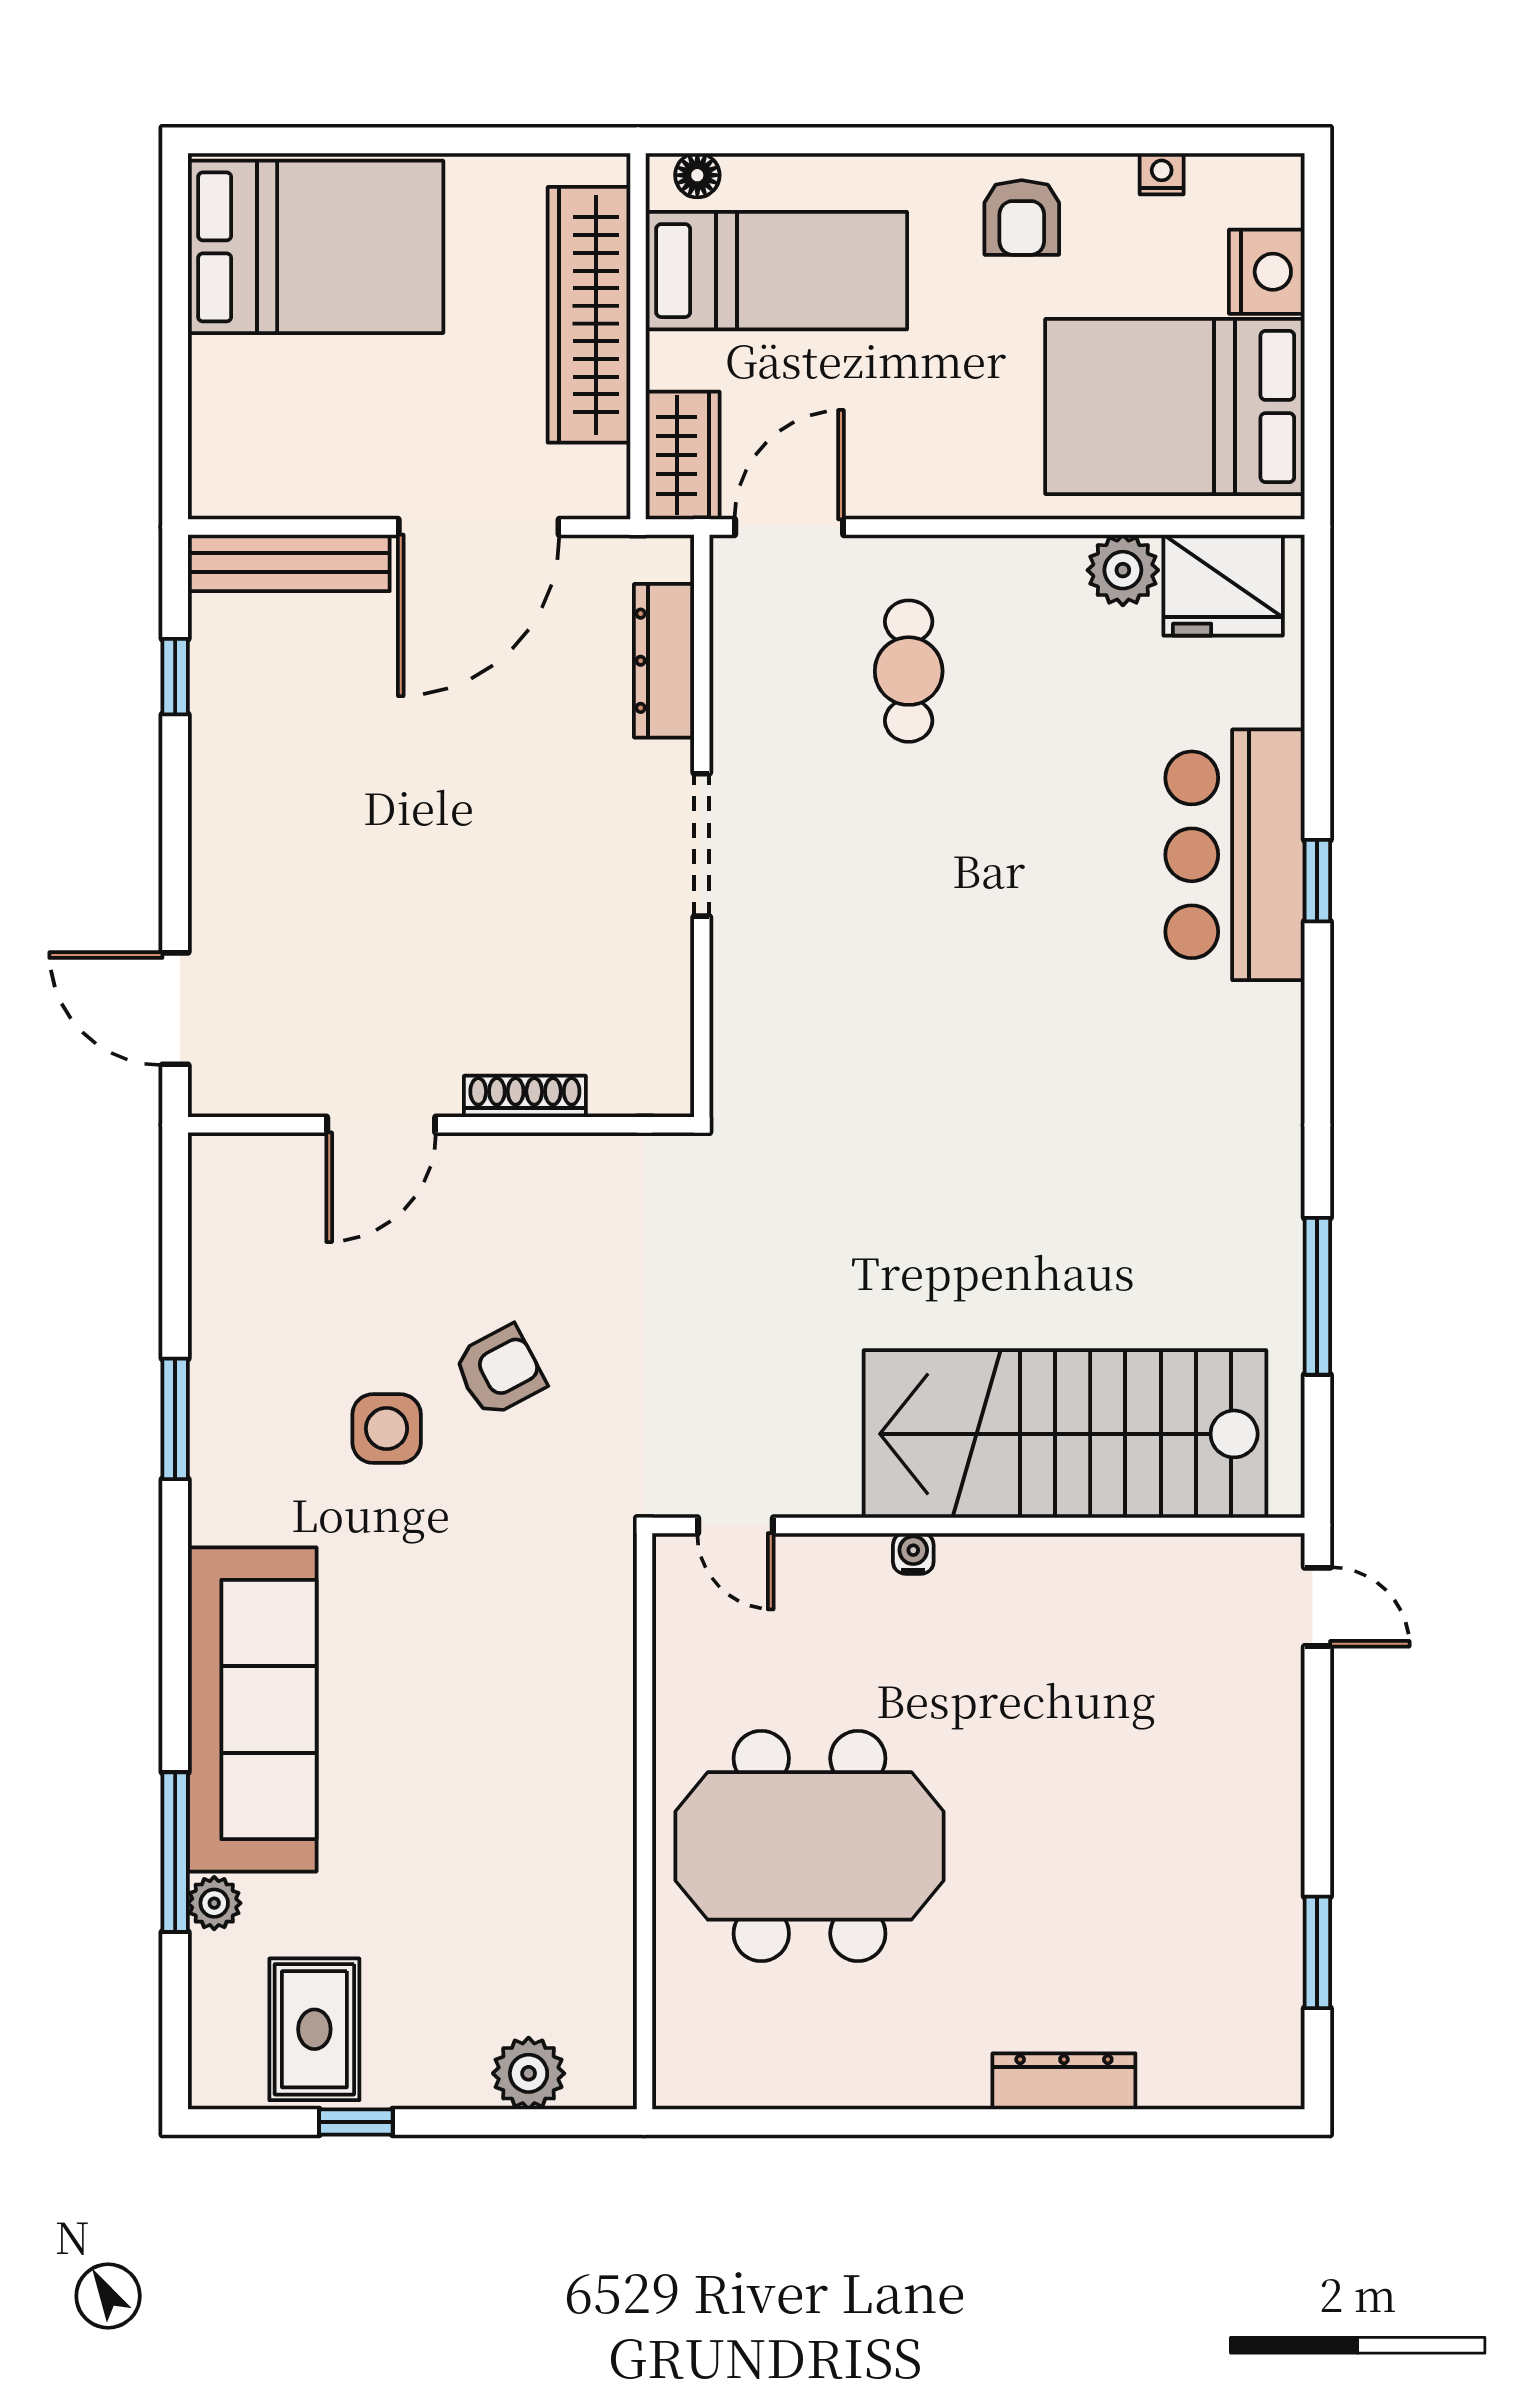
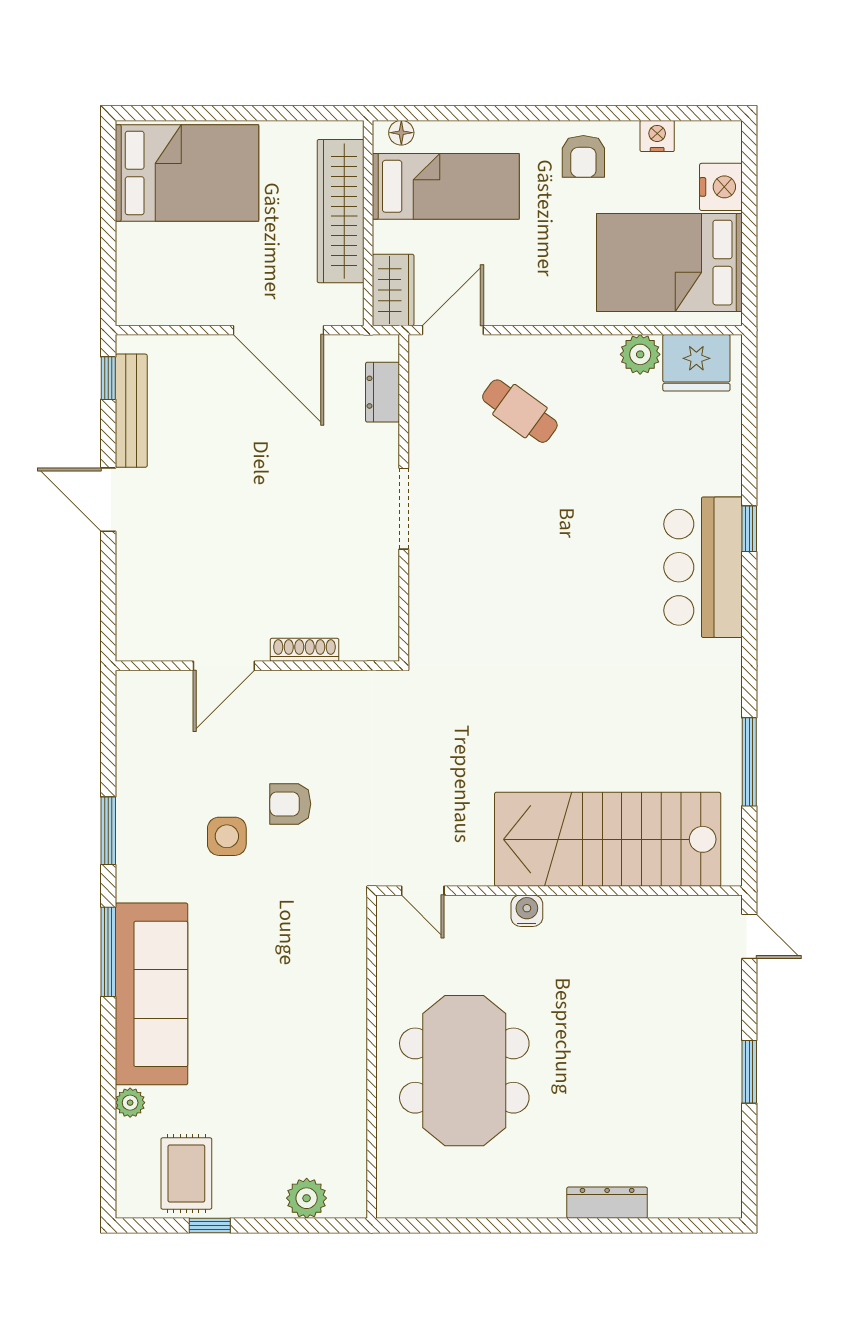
nightstand: (1162, 174) -> (657, 136), width x1.39, depth x1.35
door: (479, 527) -> (279, 330), hinge flipped
bench: (289, 563) -> (131, 411), moved, turned 90
dresser: (664, 661) -> (383, 392), width x0.70
cafe table: (909, 671) -> (520, 411), turned -54
window: (175, 677) -> (108, 378), moved
bar counter: (1235, 855) -> (703, 567), moved
door: (175, 1009) -> (108, 500), moved
armchair: (499, 1371) -> (290, 804), turned -152
water cooler: (913, 1553) -> (527, 911), width x1.38, depth x1.38
meeting table: (810, 1846) -> (464, 1071), turned 90
window: (175, 1852) -> (108, 952), moved
window: (1317, 1952) -> (749, 1072), moved

